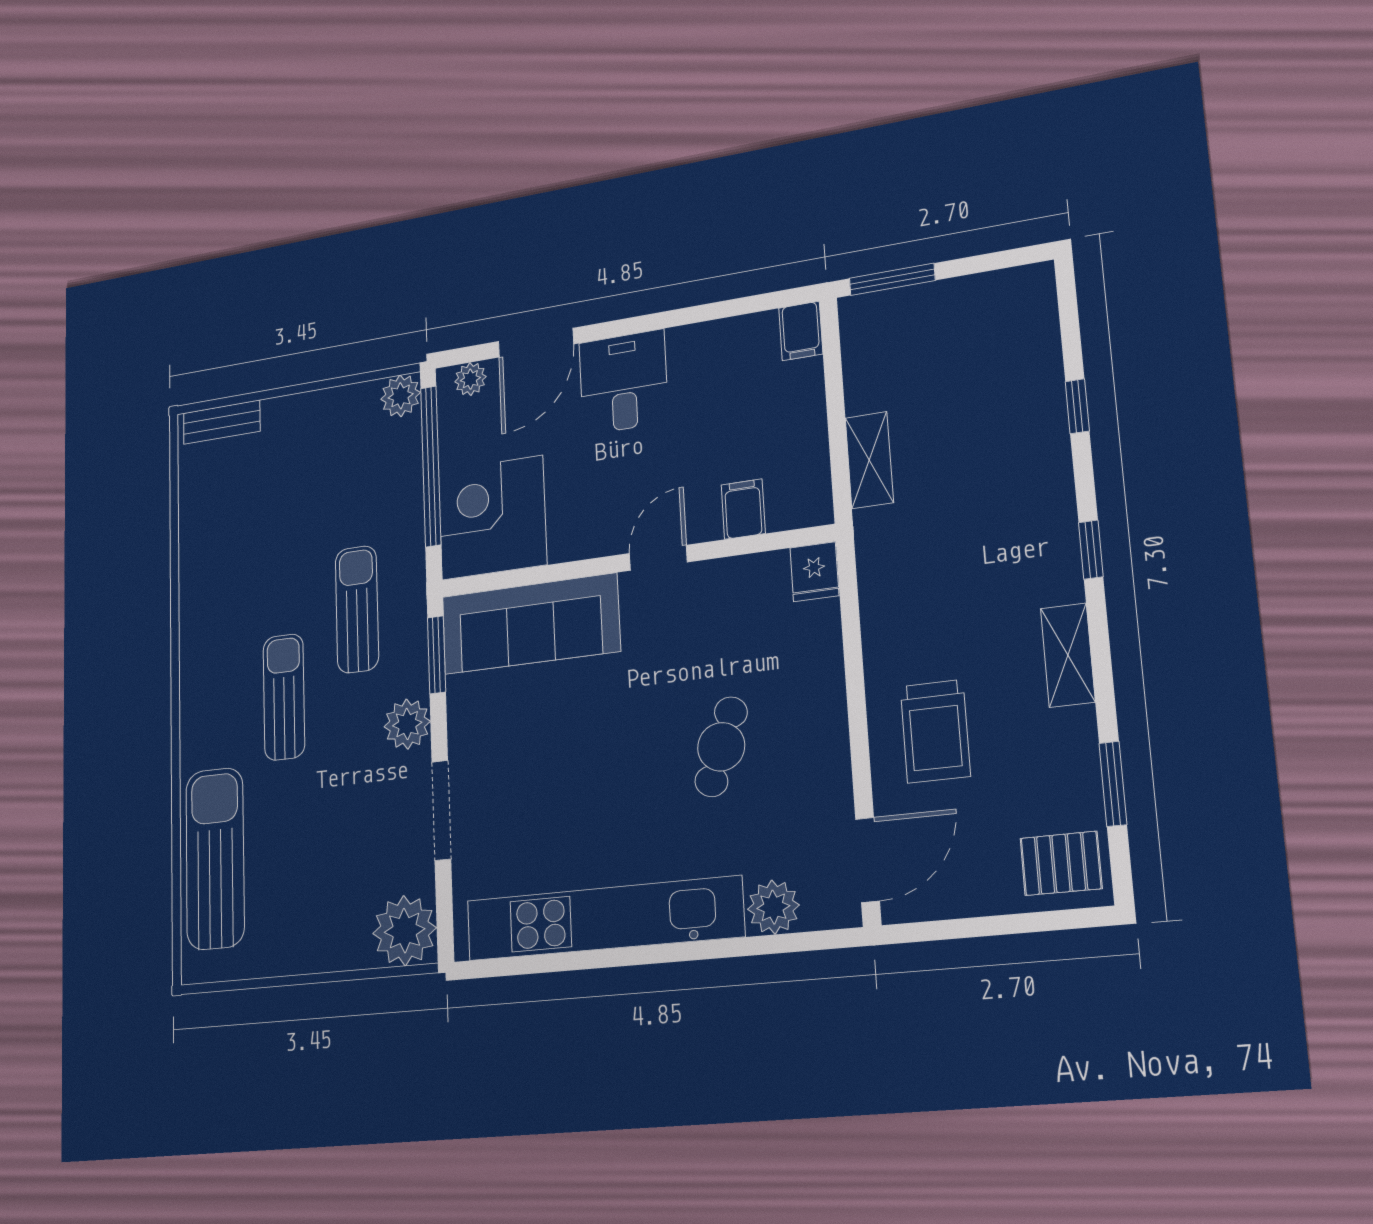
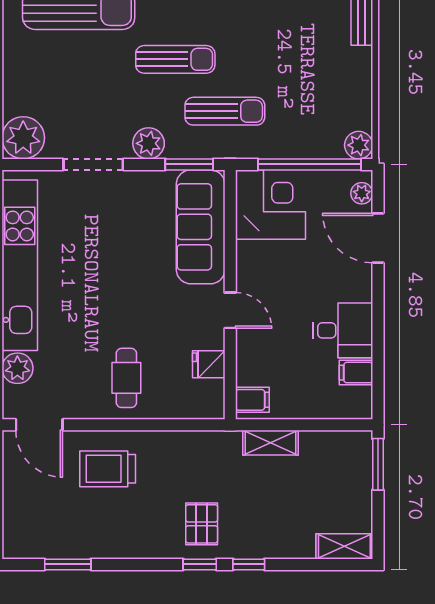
filing cabinet: (801, 331) -> (356, 373), moved
desk: (624, 382) -> (343, 330), moved
window: (1077, 406) -> (249, 564), moved
filing cabinet: (743, 509) -> (252, 400), moved
fridge: (814, 572) -> (209, 364), moved
shelving: (1068, 655) -> (344, 546), moved
cafe table: (721, 747) -> (126, 378), moved, turned 70
pallet: (1061, 863) -> (202, 524), moved

